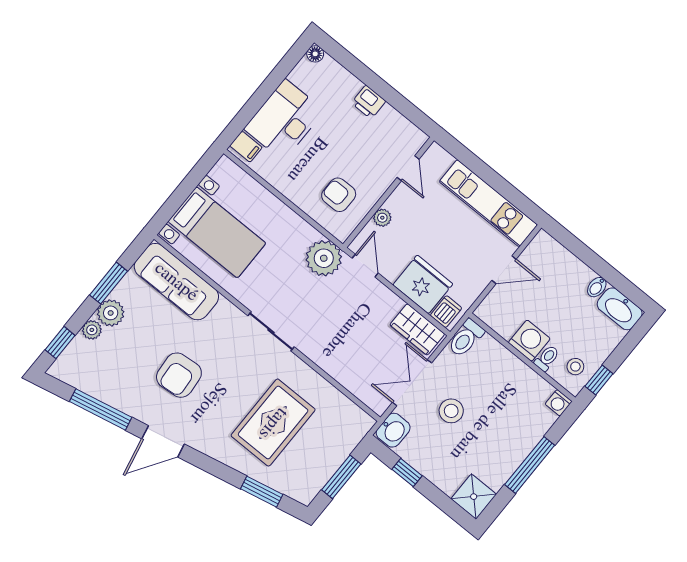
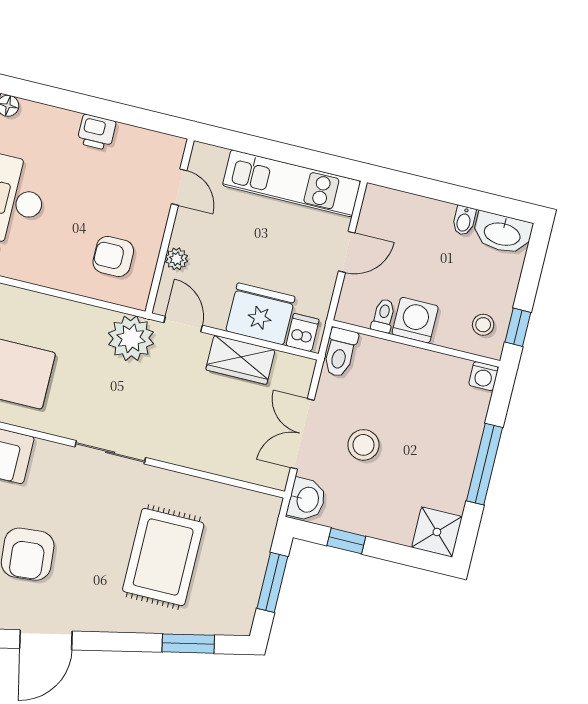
wardrobe: (417, 329) -> (240, 360), moved
toilet: (547, 358) -> (383, 316), moved

